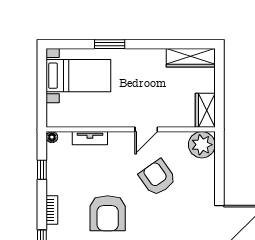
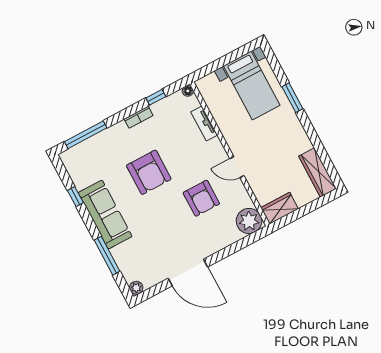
armchair: (157, 178) -> (201, 198), turned 125
bookcase: (52, 210) -> (139, 117), moved
armchair: (108, 213) -> (149, 172), turned -90

